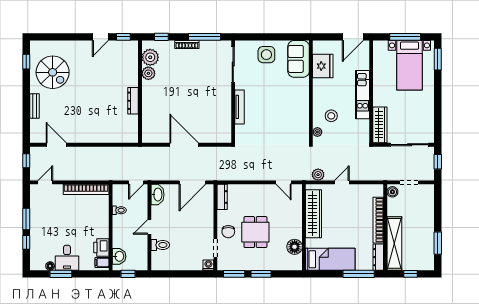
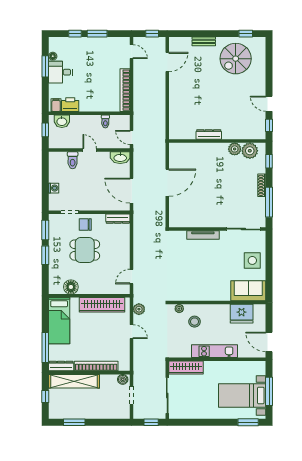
washing machine: (208, 265) -> (54, 188), moved

